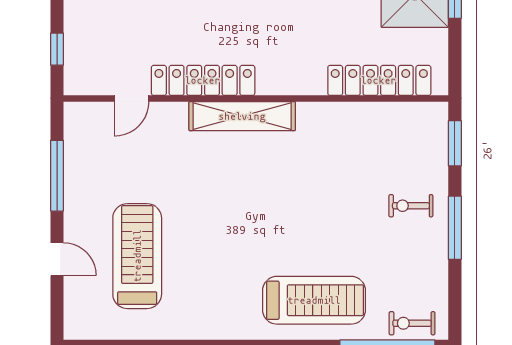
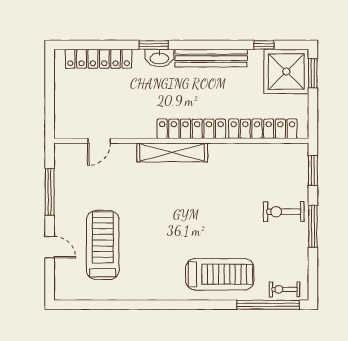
window: (57, 49) -> (50, 108), removed
locker: (203, 80) -> (191, 129), moved
exercise bike: (411, 206) -> (284, 212), width x1.38, depth x1.39

